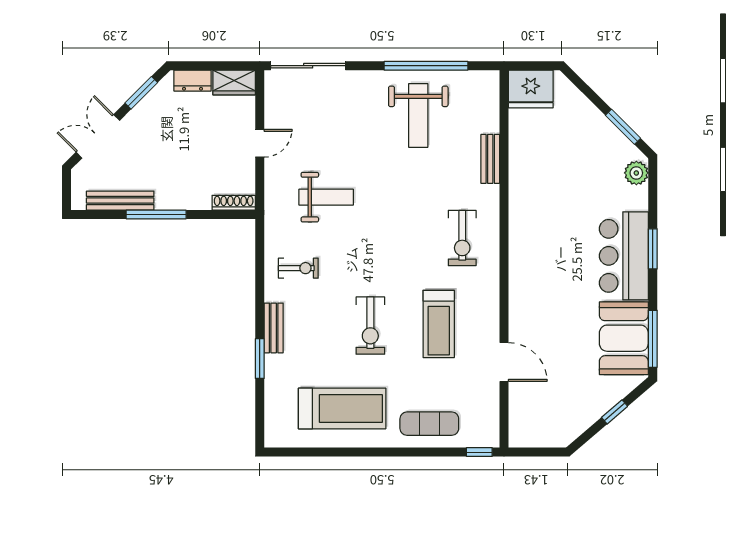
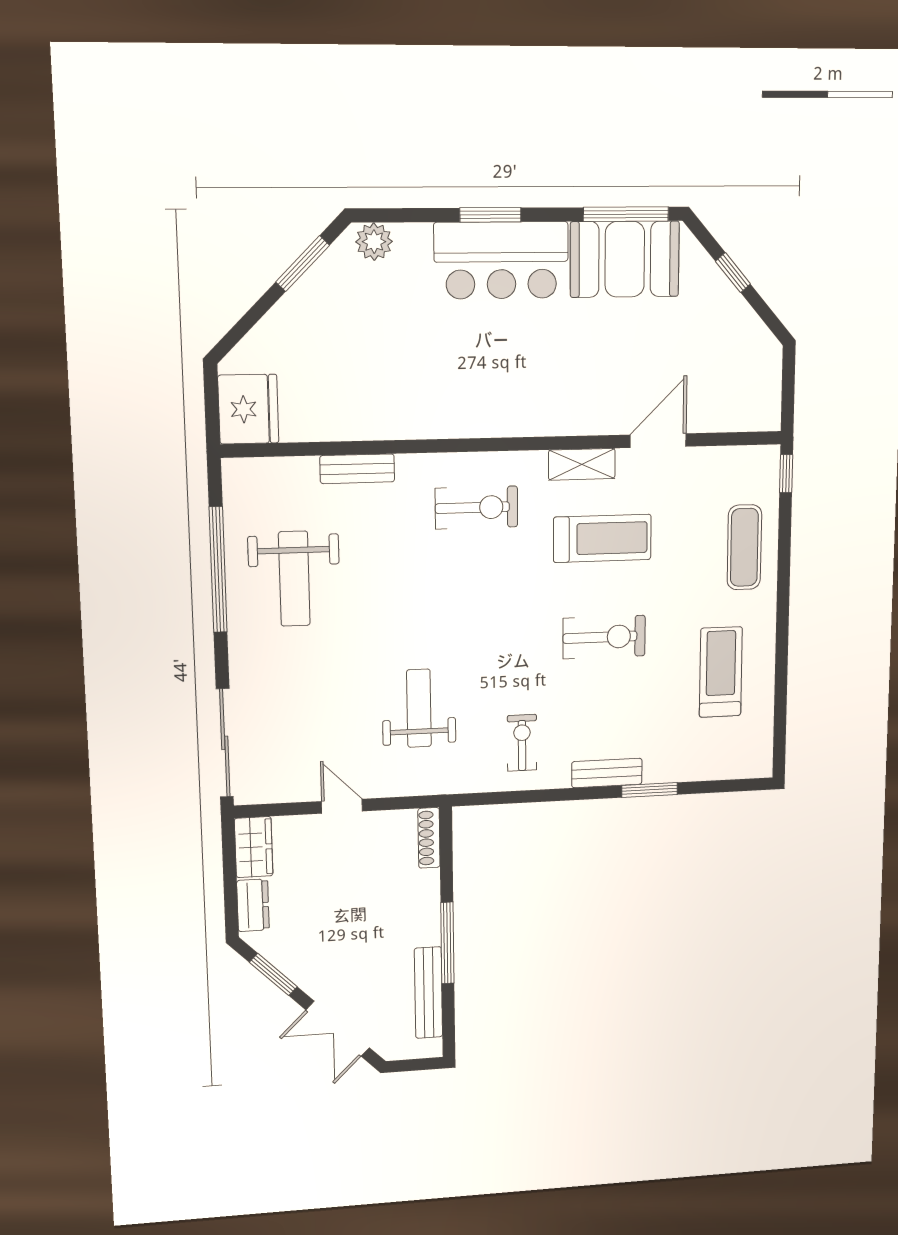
weight bench: (418, 115) -> (294, 579), turned 90
shelving: (489, 310) -> (582, 464), added
treadmill: (342, 408) -> (721, 672), width x0.73, depth x0.73

